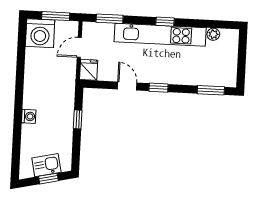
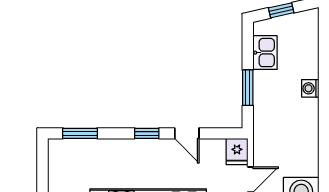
window: (78, 119) -> (248, 88), width x1.50
kitchen sink: (46, 165) -> (265, 53), moved, turned -77

